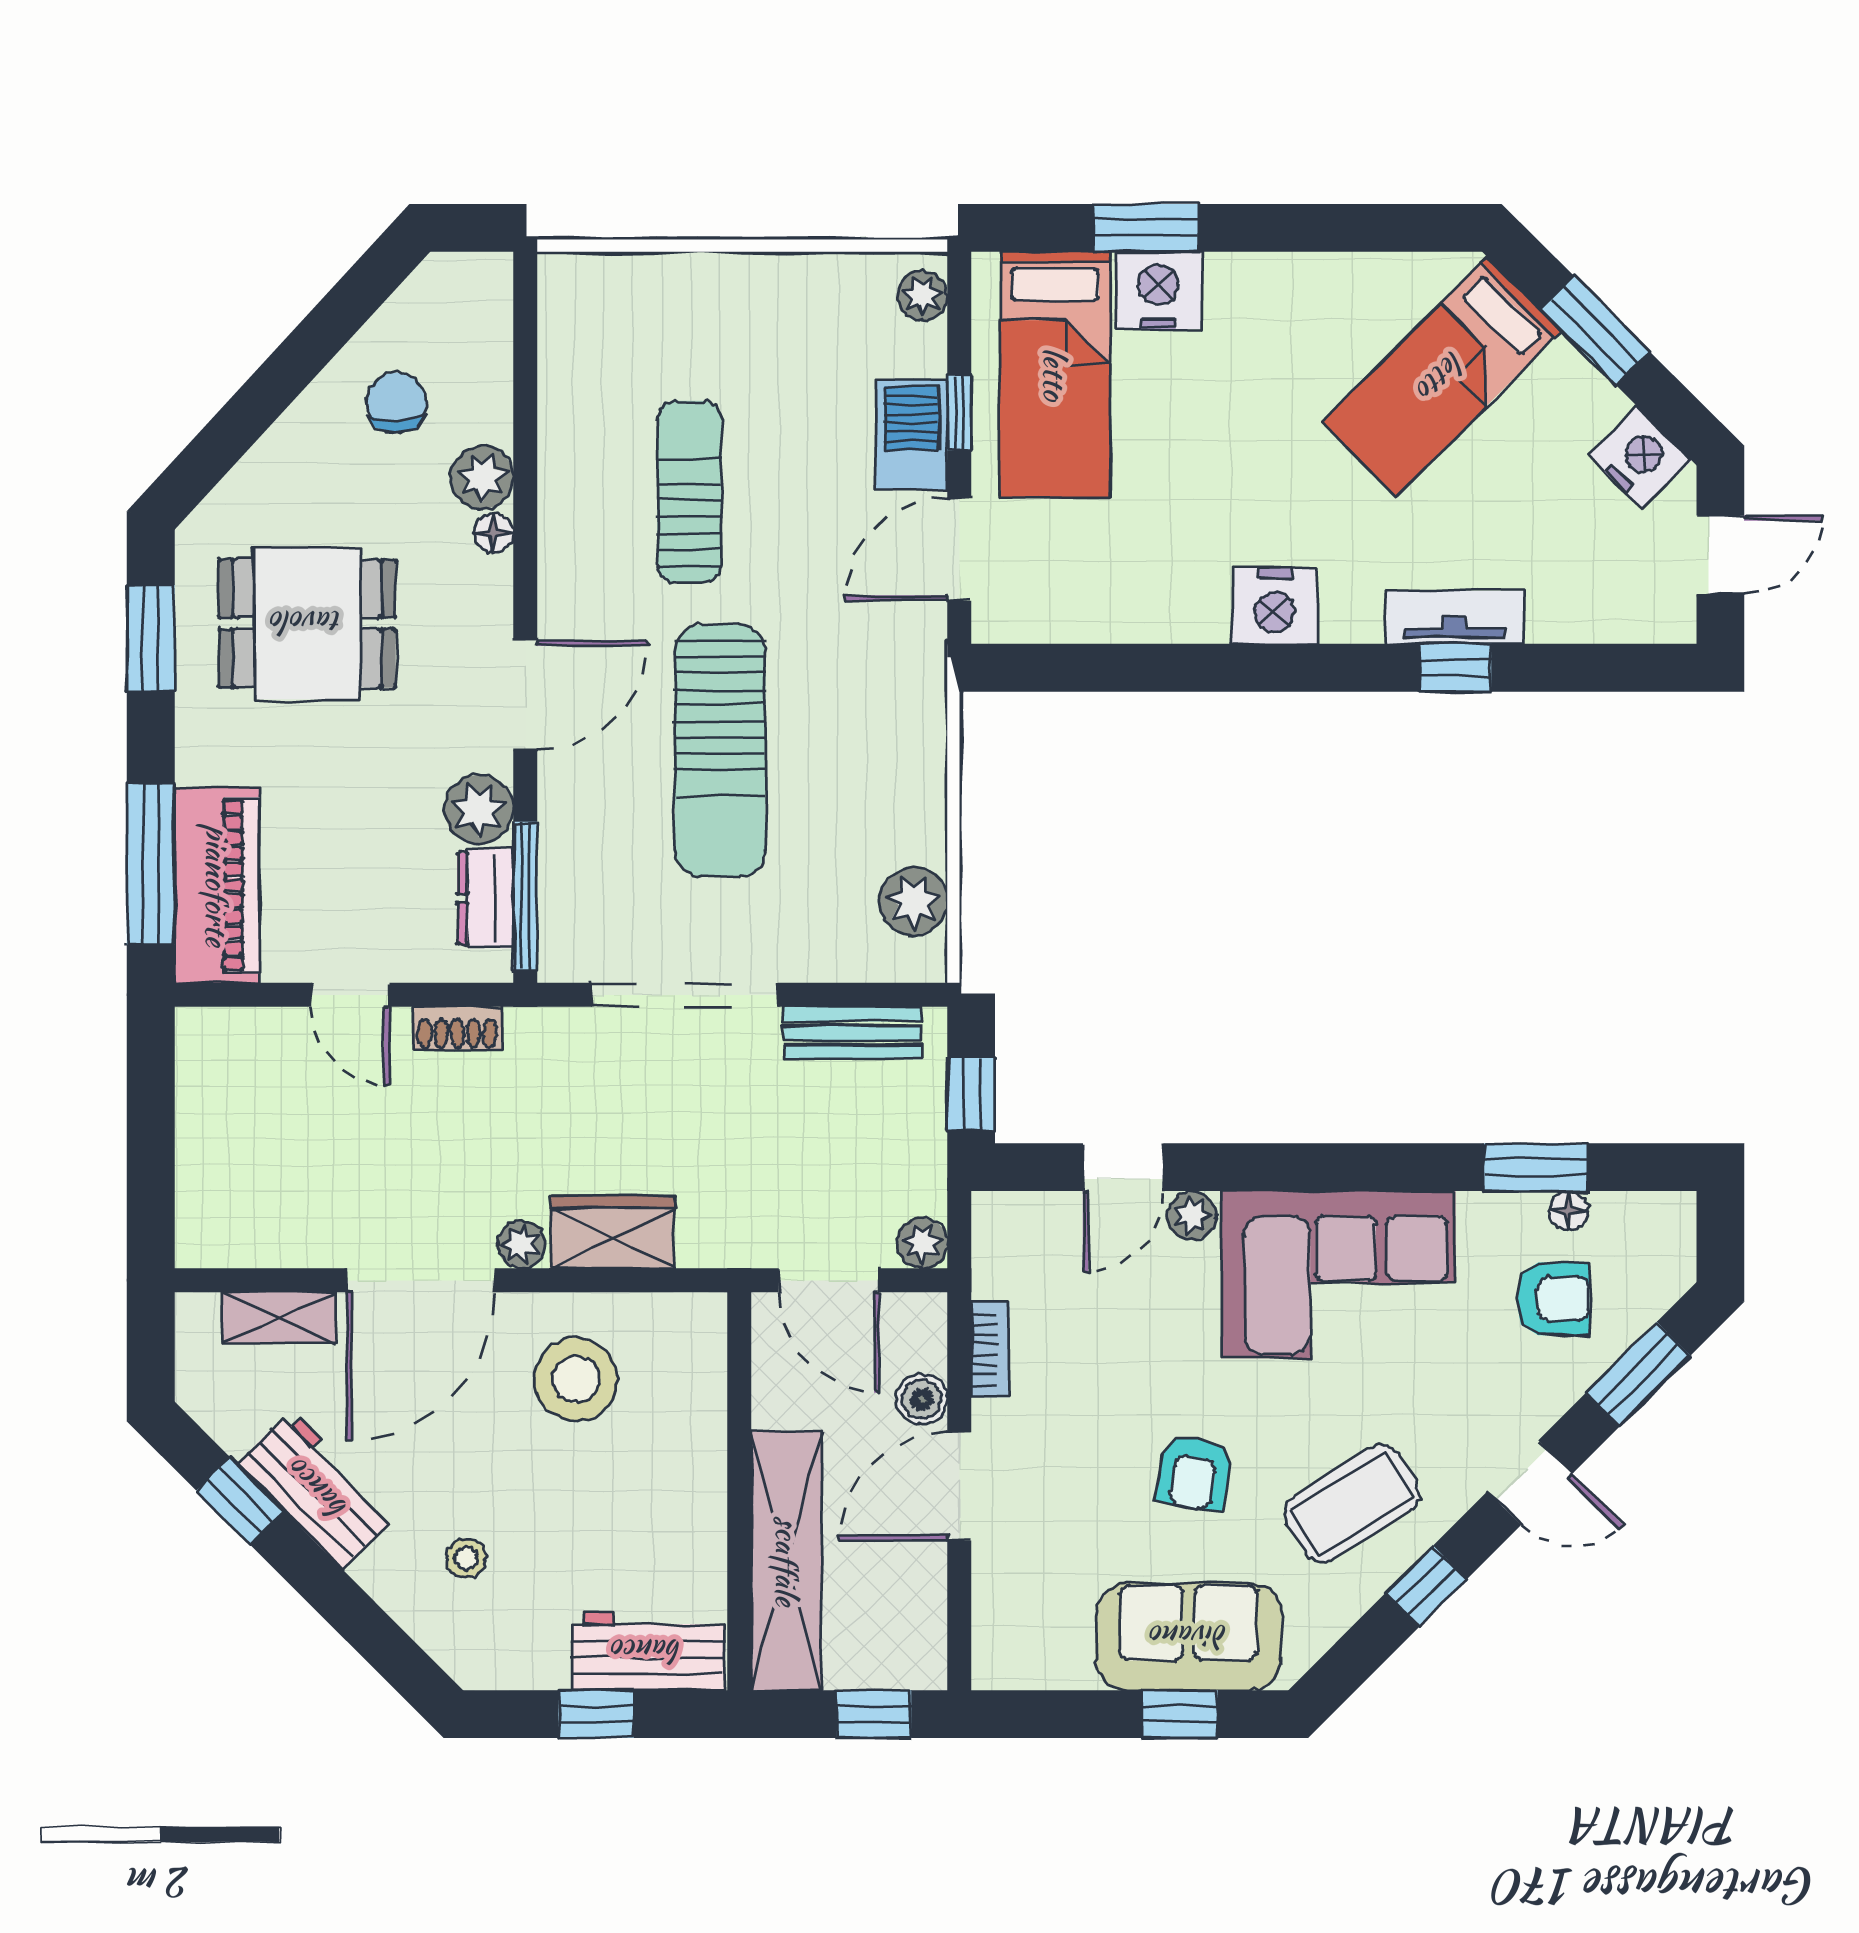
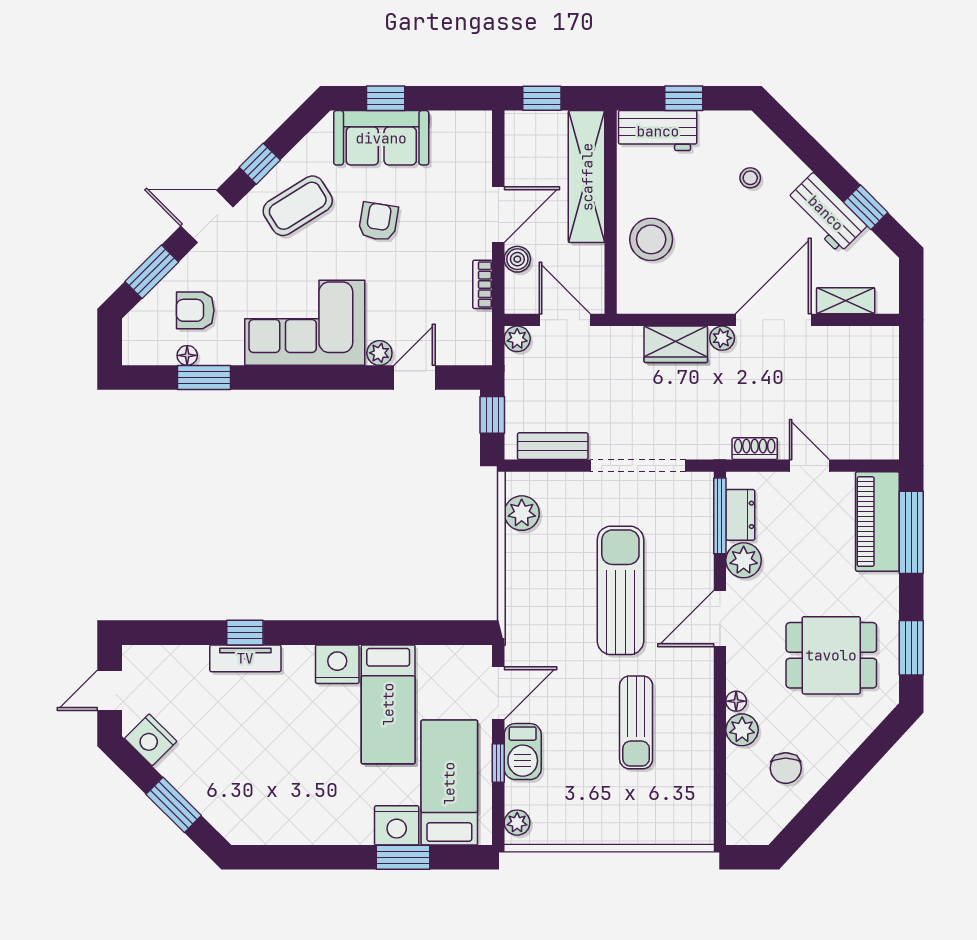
bed: (1442, 376) -> (388, 704), moved, turned 135
stool: (576, 1379) -> (651, 239), moved
door: (1530, 1483) -> (207, 216), width x1.38

